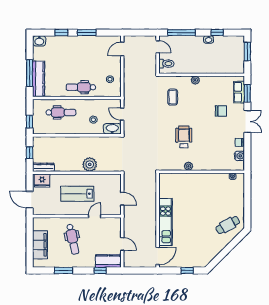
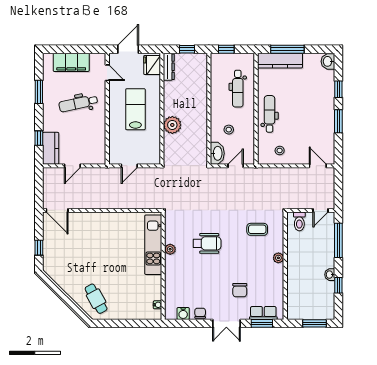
door: (95, 216) -> (107, 73), moved
kitchen unit: (165, 222) -> (153, 245), moved, turned 90

